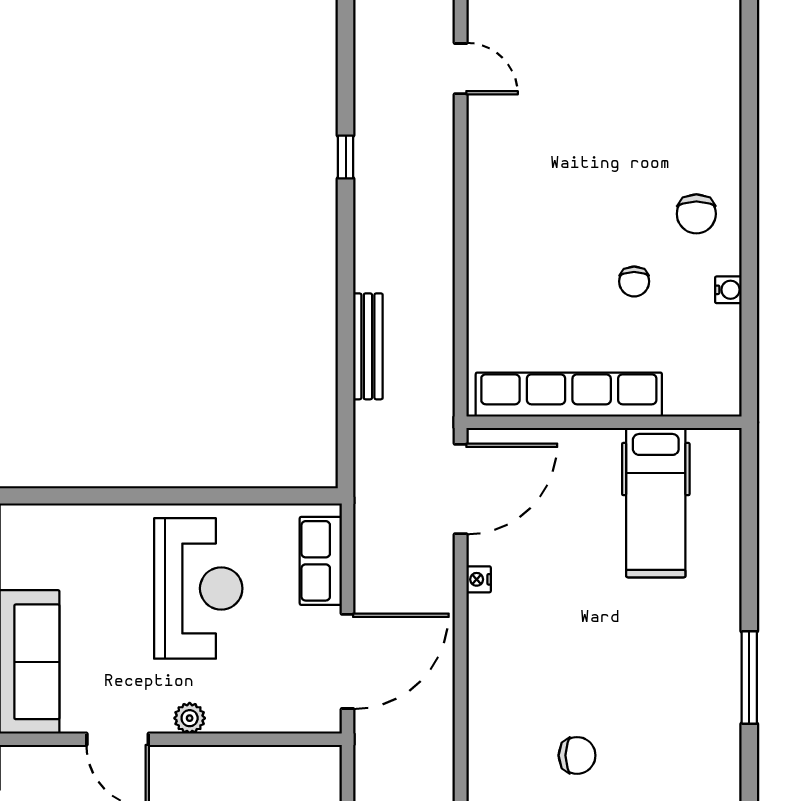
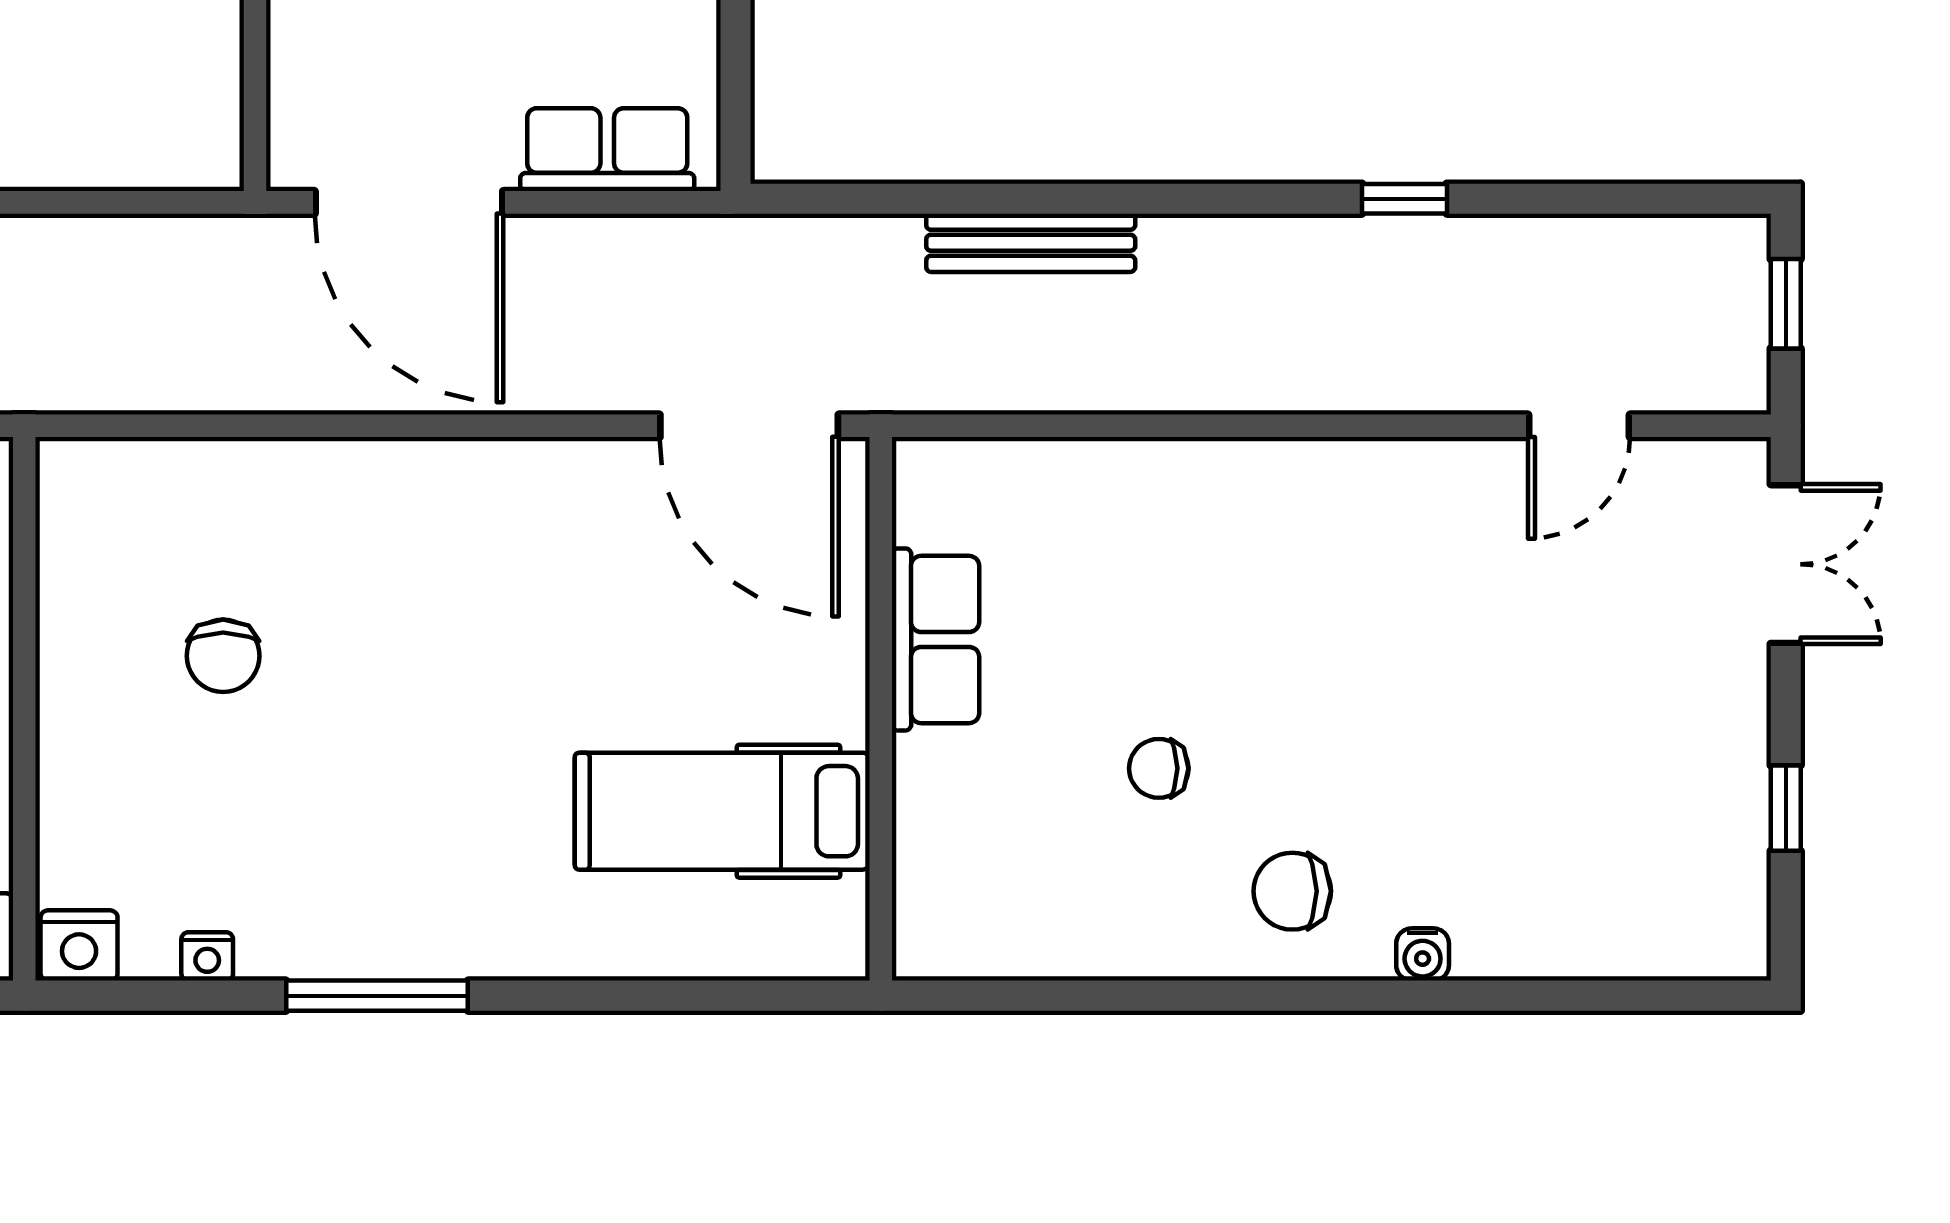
water cooler: (728, 290) -> (1423, 954), moved
row of seats: (569, 395) -> (935, 639), width x0.50
nightstand: (479, 579) -> (207, 956), moved, turned 180

